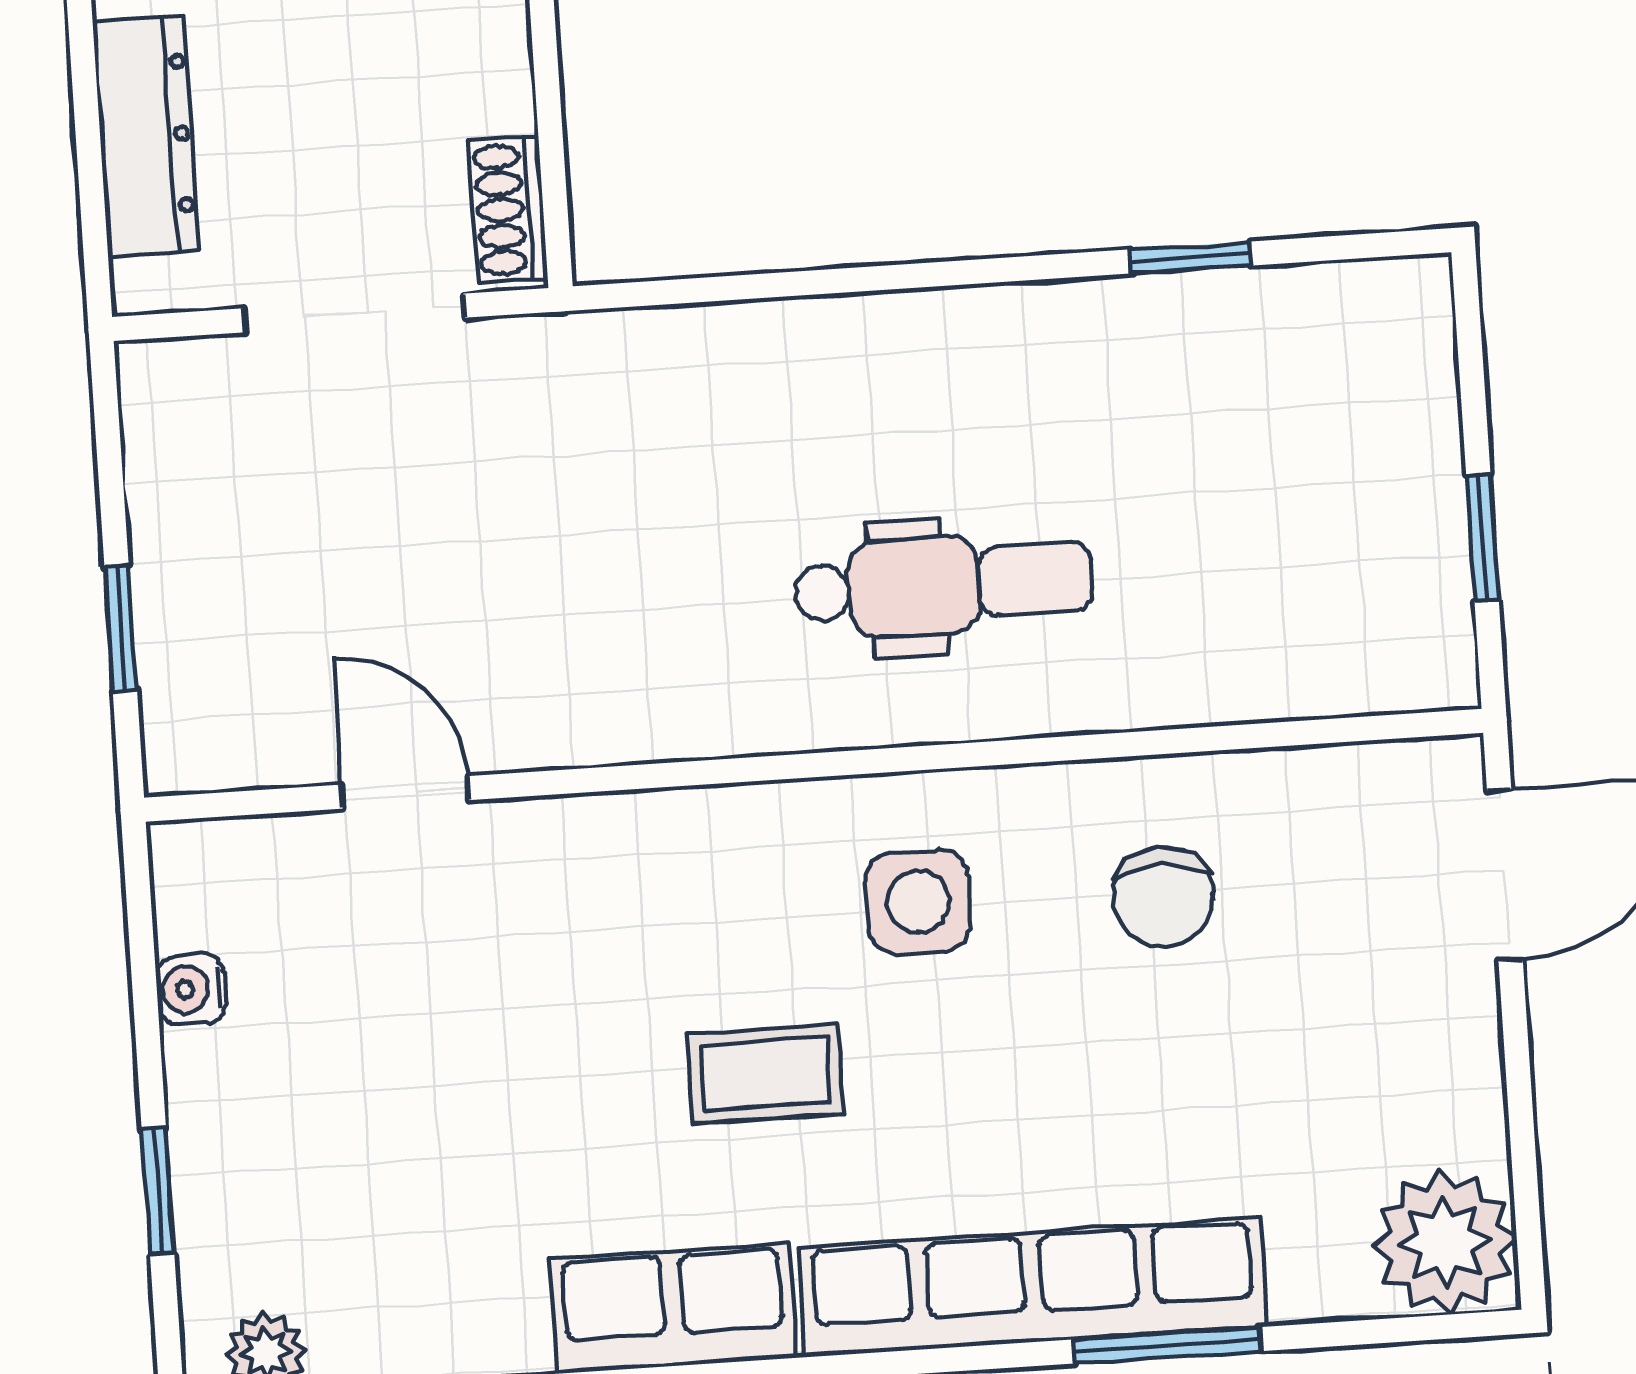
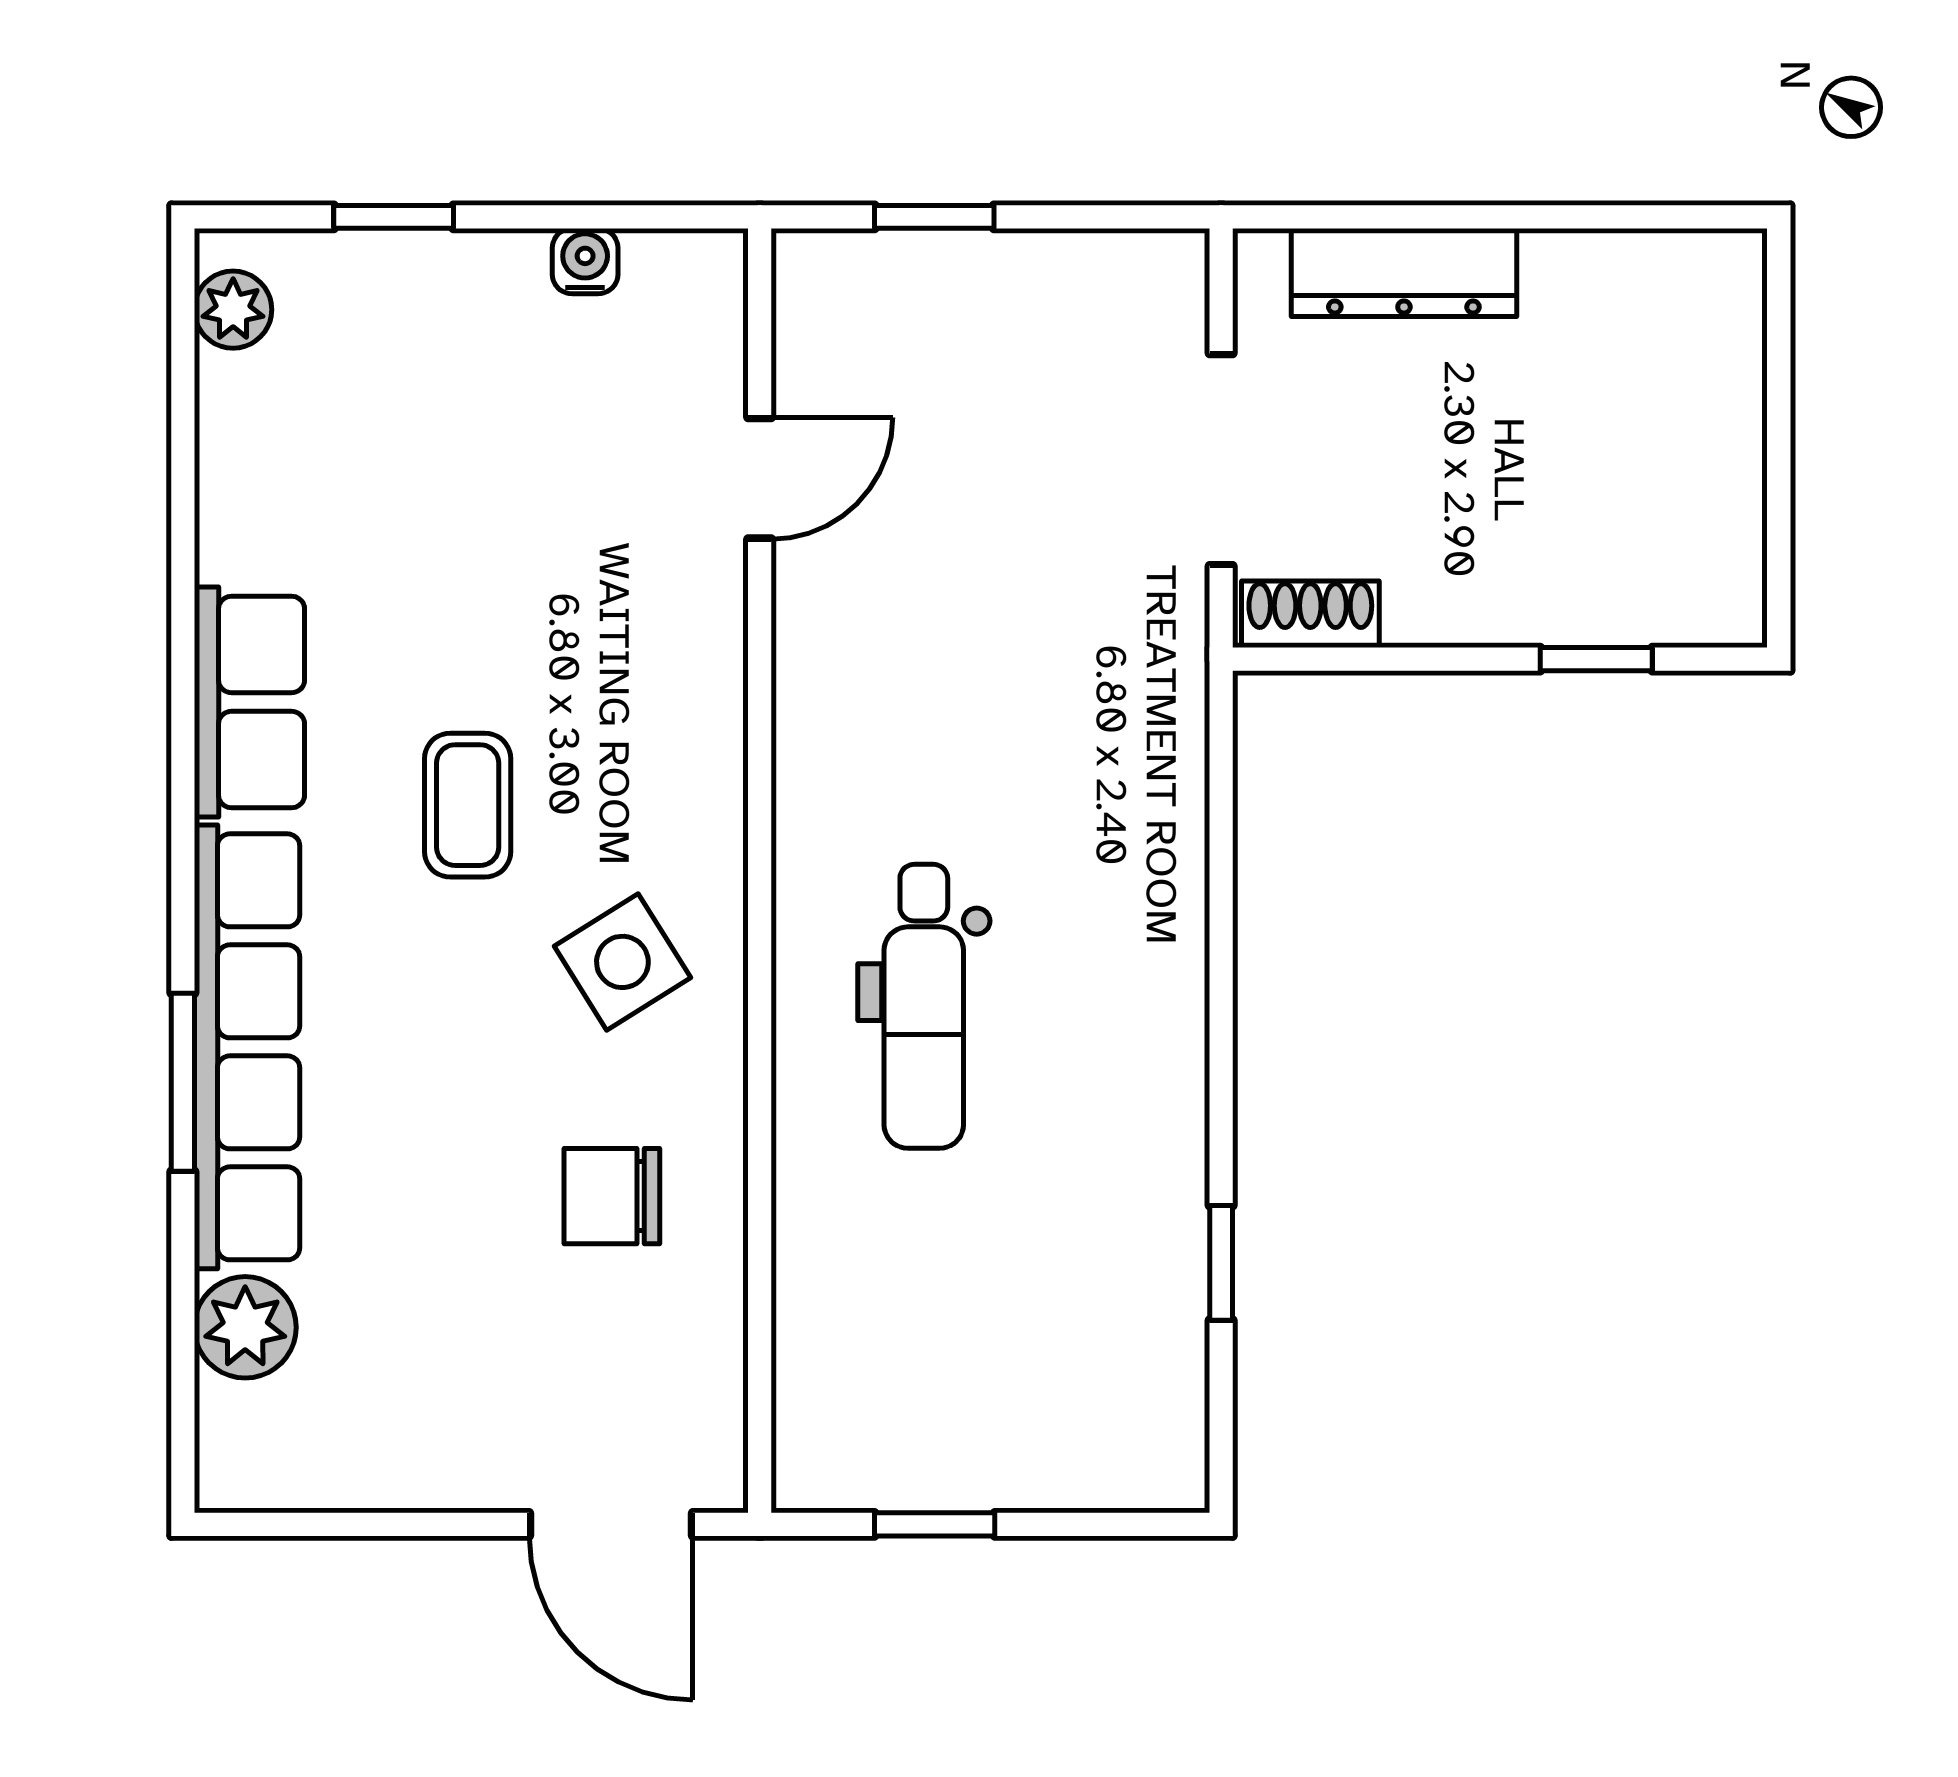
side table: (918, 902) -> (622, 962), turned -32
plant: (1445, 1242) -> (245, 1327), moved, width x0.73, depth x0.73
window: (1168, 1345) -> (183, 1082), moved

